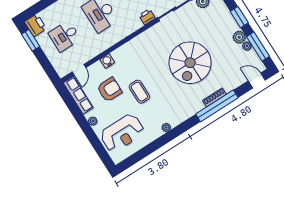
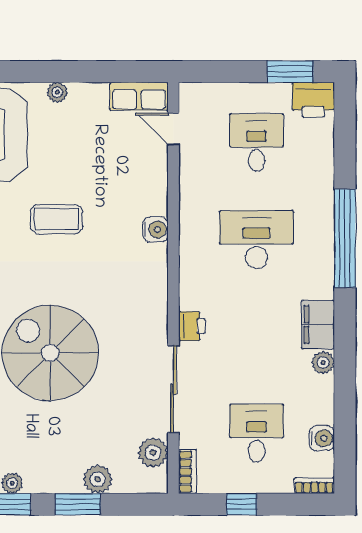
plant: (239, 37) -> (98, 479), moved
water cooler: (107, 61) -> (156, 230), moved
armchair: (109, 90) -> (98, 164), removed
row of seats: (78, 95) -> (139, 96), width x0.68

